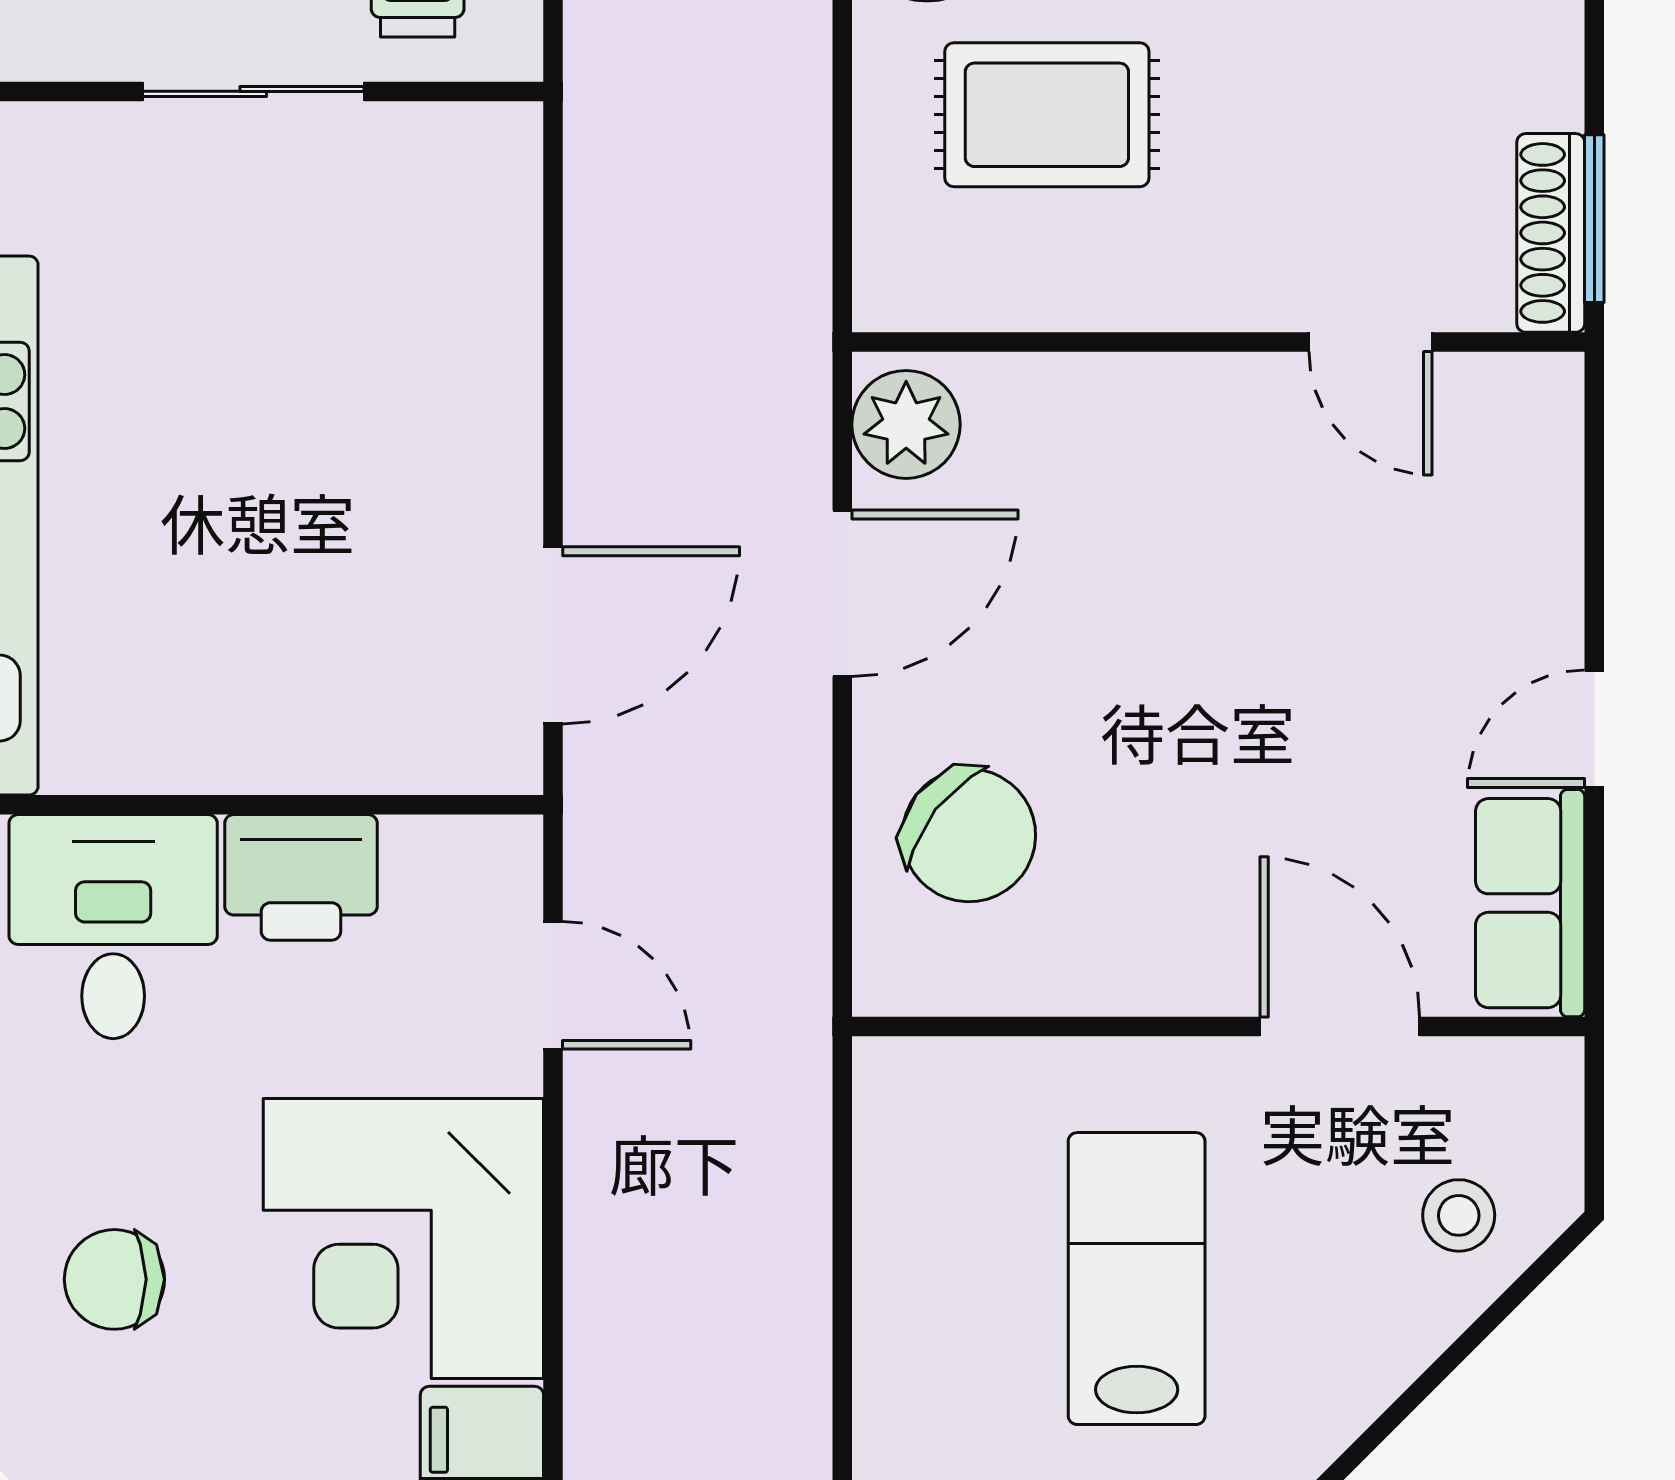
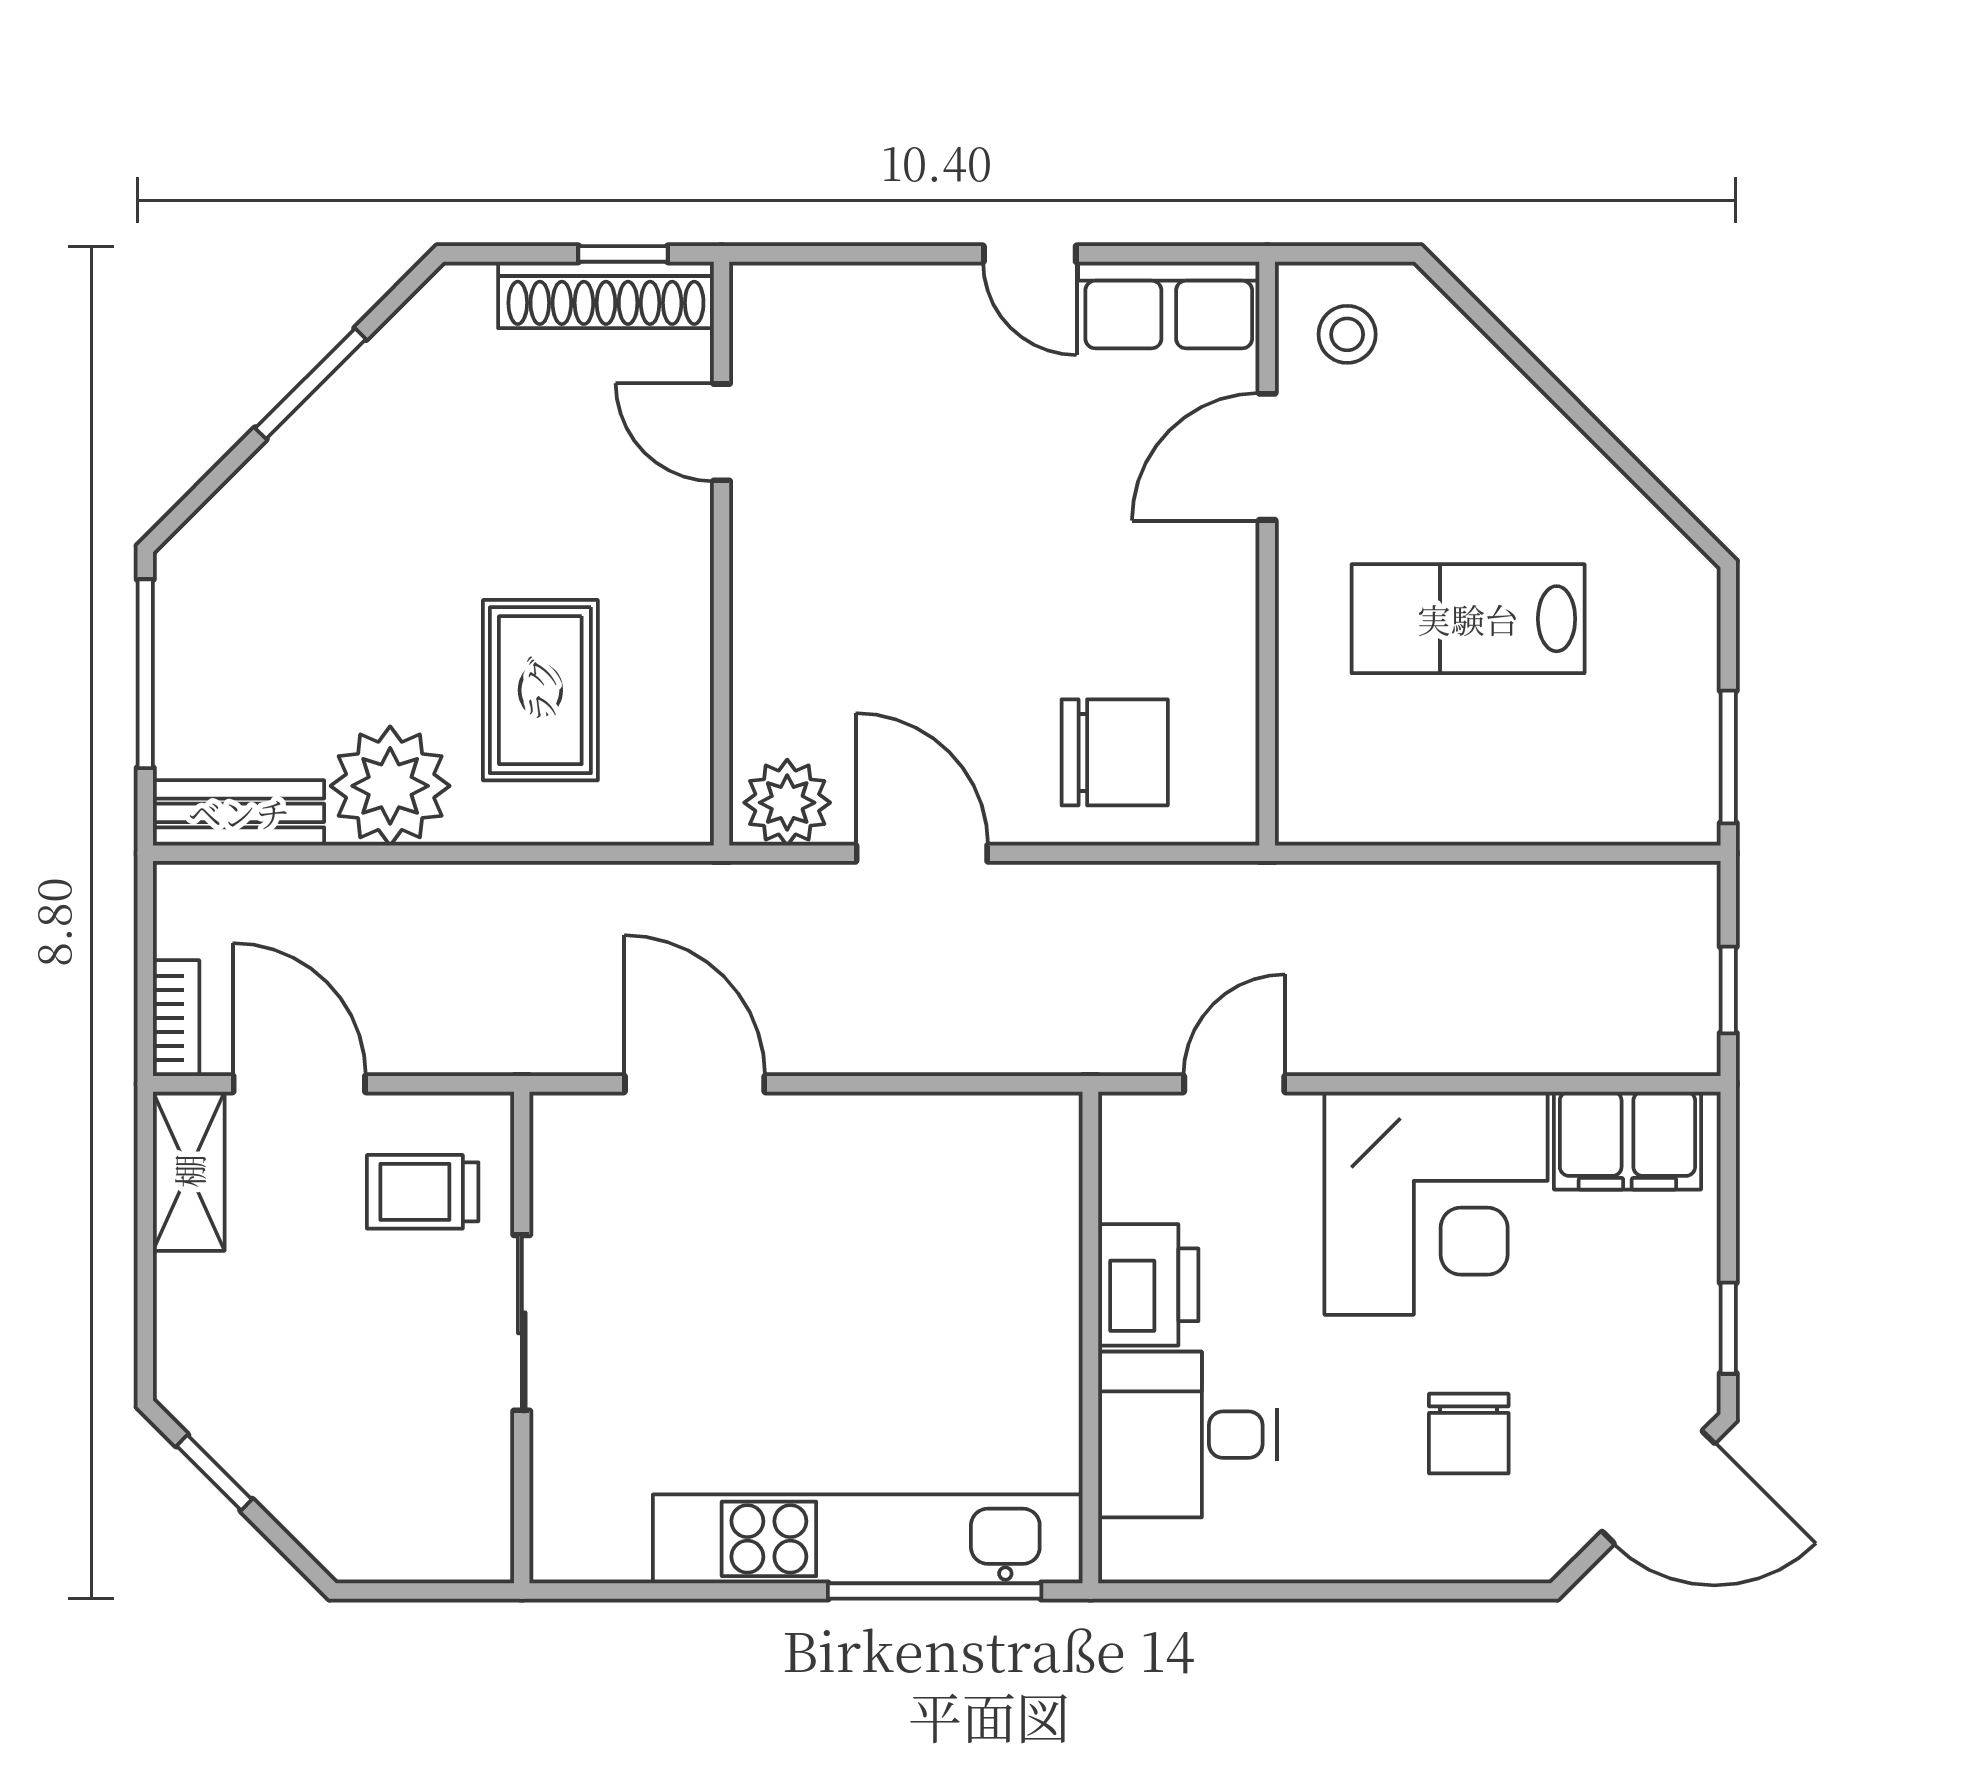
window: (1594, 219) -> (623, 254), width x0.67
shoe rack: (1551, 233) -> (606, 295), width x1.36, depth x1.24
door: (1370, 342) -> (722, 432), swing flipped
door: (553, 635) -> (695, 1084), moved
chair: (969, 835) -> (1115, 752), turned 52
stool: (1459, 1215) -> (1347, 334), moved

